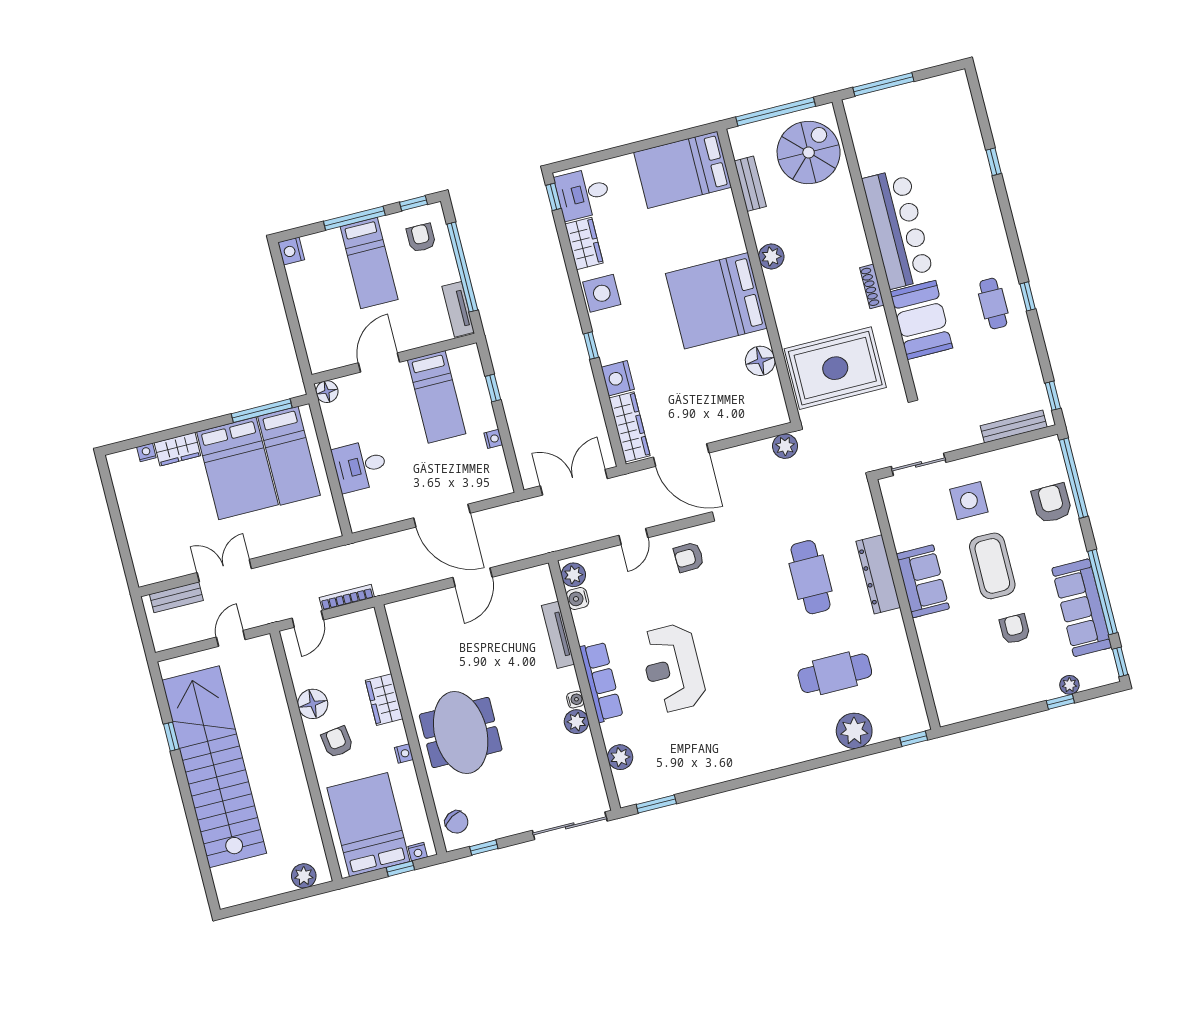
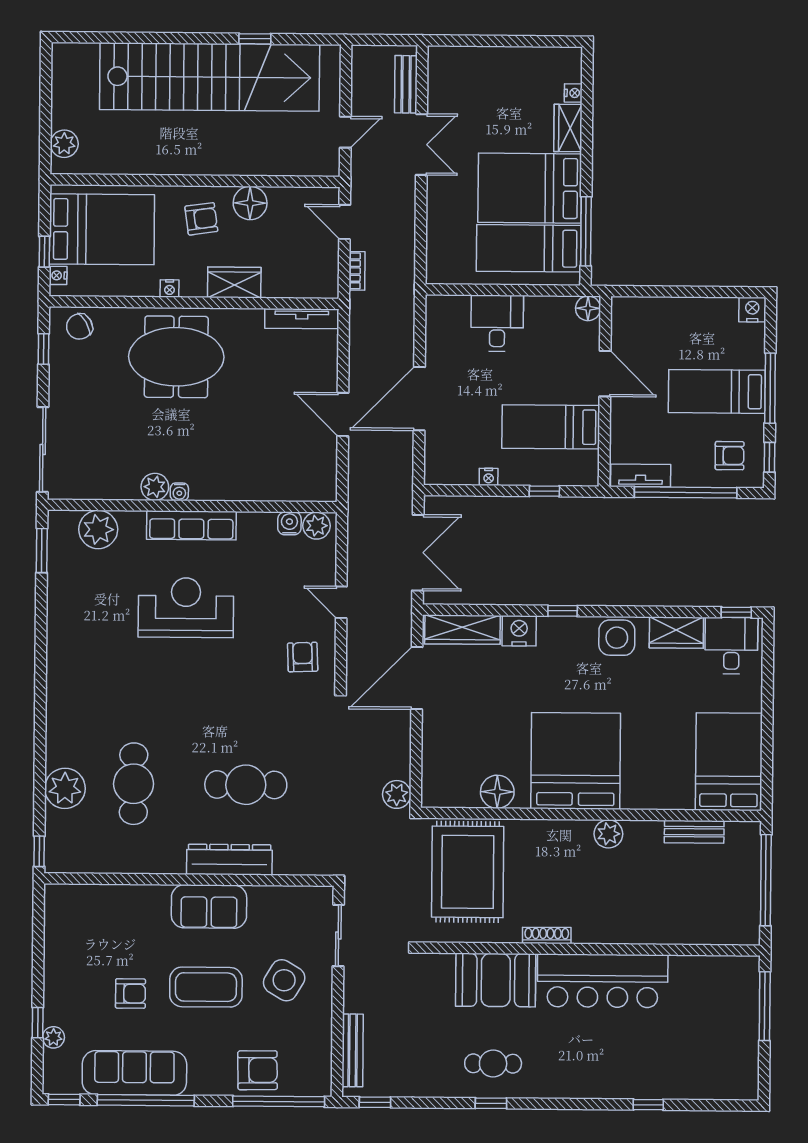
spiral stairs: (809, 152) -> (712, 905), removed
side table: (969, 501) -> (284, 980), turned 31
bookcase: (347, 597) -> (357, 271), width x0.64
tv unit: (558, 635) -> (302, 319), moved, turned 180
door: (231, 638) -> (345, 132), hinge flipped
plant: (620, 757) -> (98, 529), width x1.36, depth x1.36

